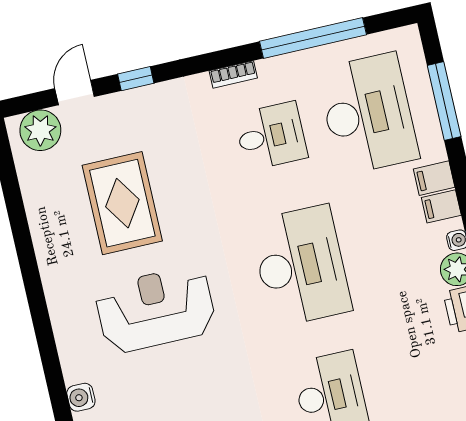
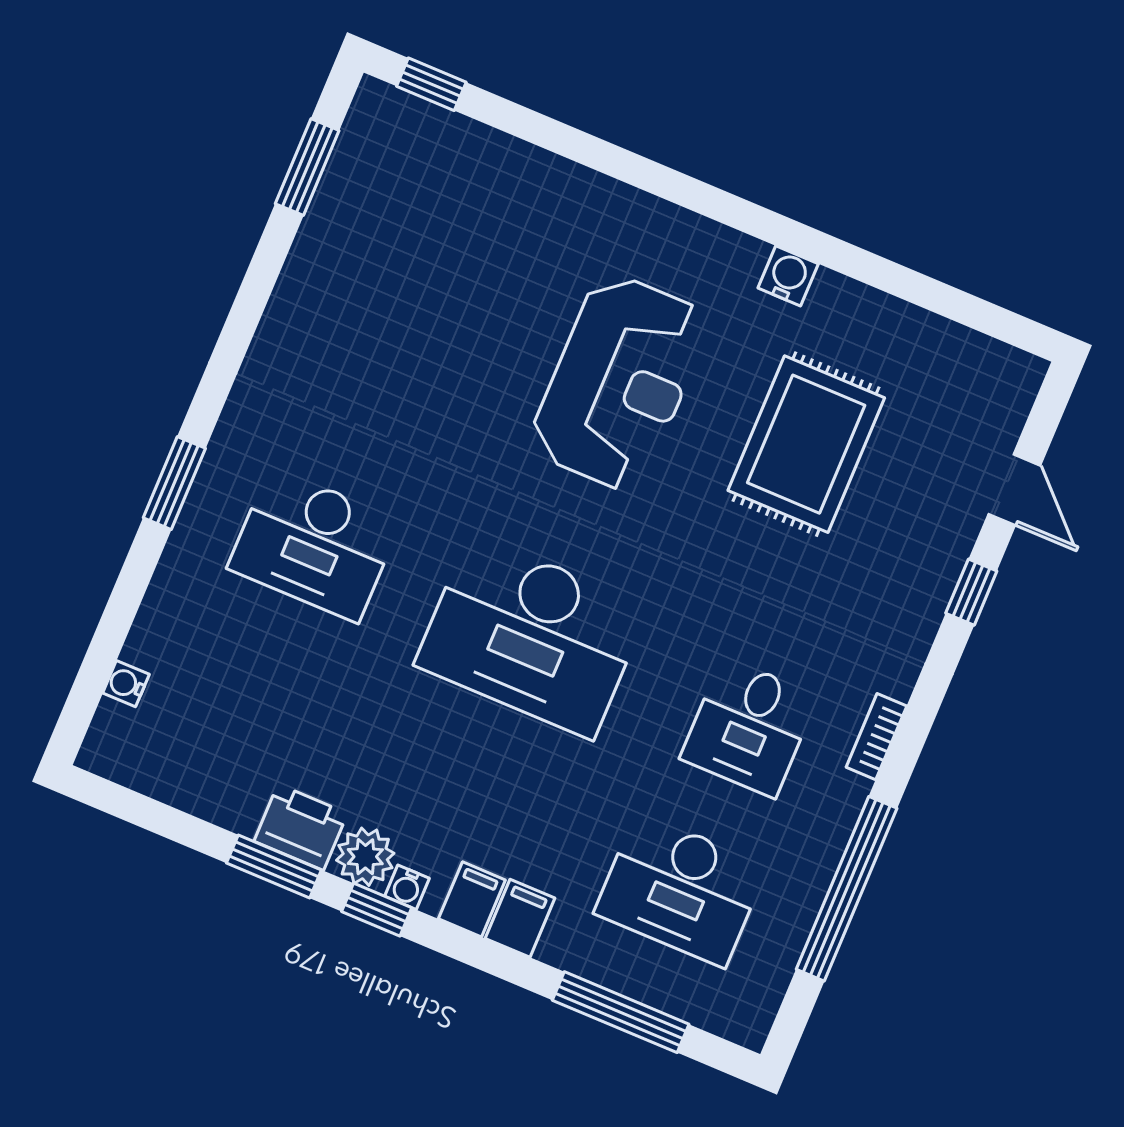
desk: (368, 114) -> (681, 889), width x0.73, depth x0.77
plant: (40, 130) -> (996, 402), removed
rug: (122, 203) -> (806, 444), turned 90
water cooler: (81, 397) -> (788, 276), moved

